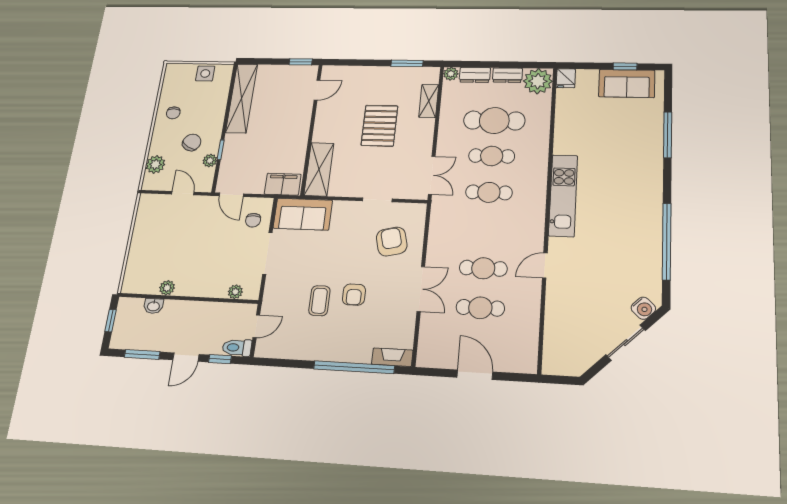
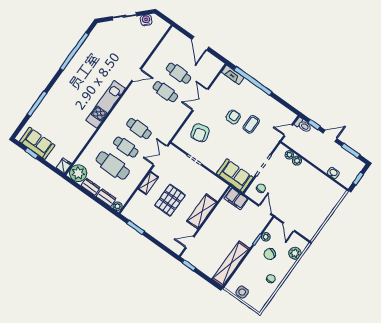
shelving: (429, 101) -> (148, 183), moved
shelving: (319, 169) -> (202, 211), moved
plant: (167, 288) -> (297, 161), moved
water cooler: (643, 308) -> (146, 20), moved

